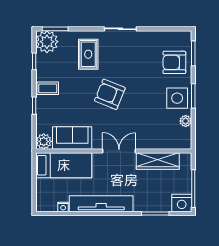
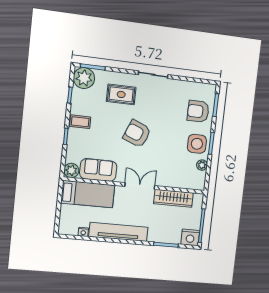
rug: (88, 54) -> (121, 94), turned 90

